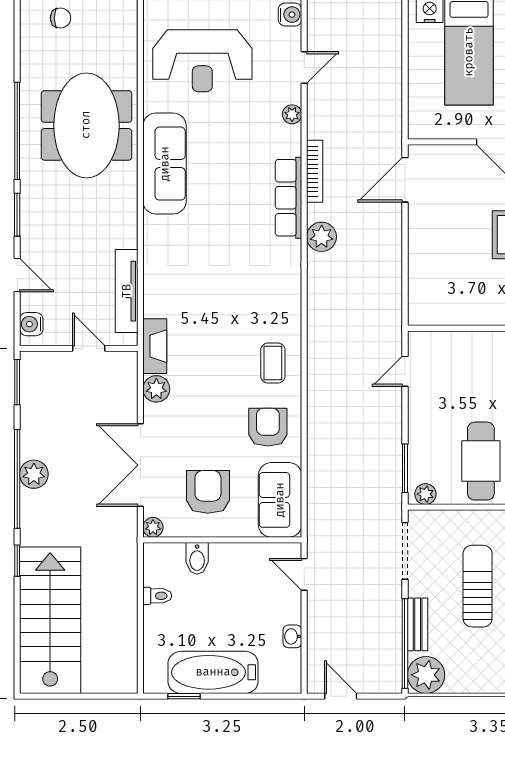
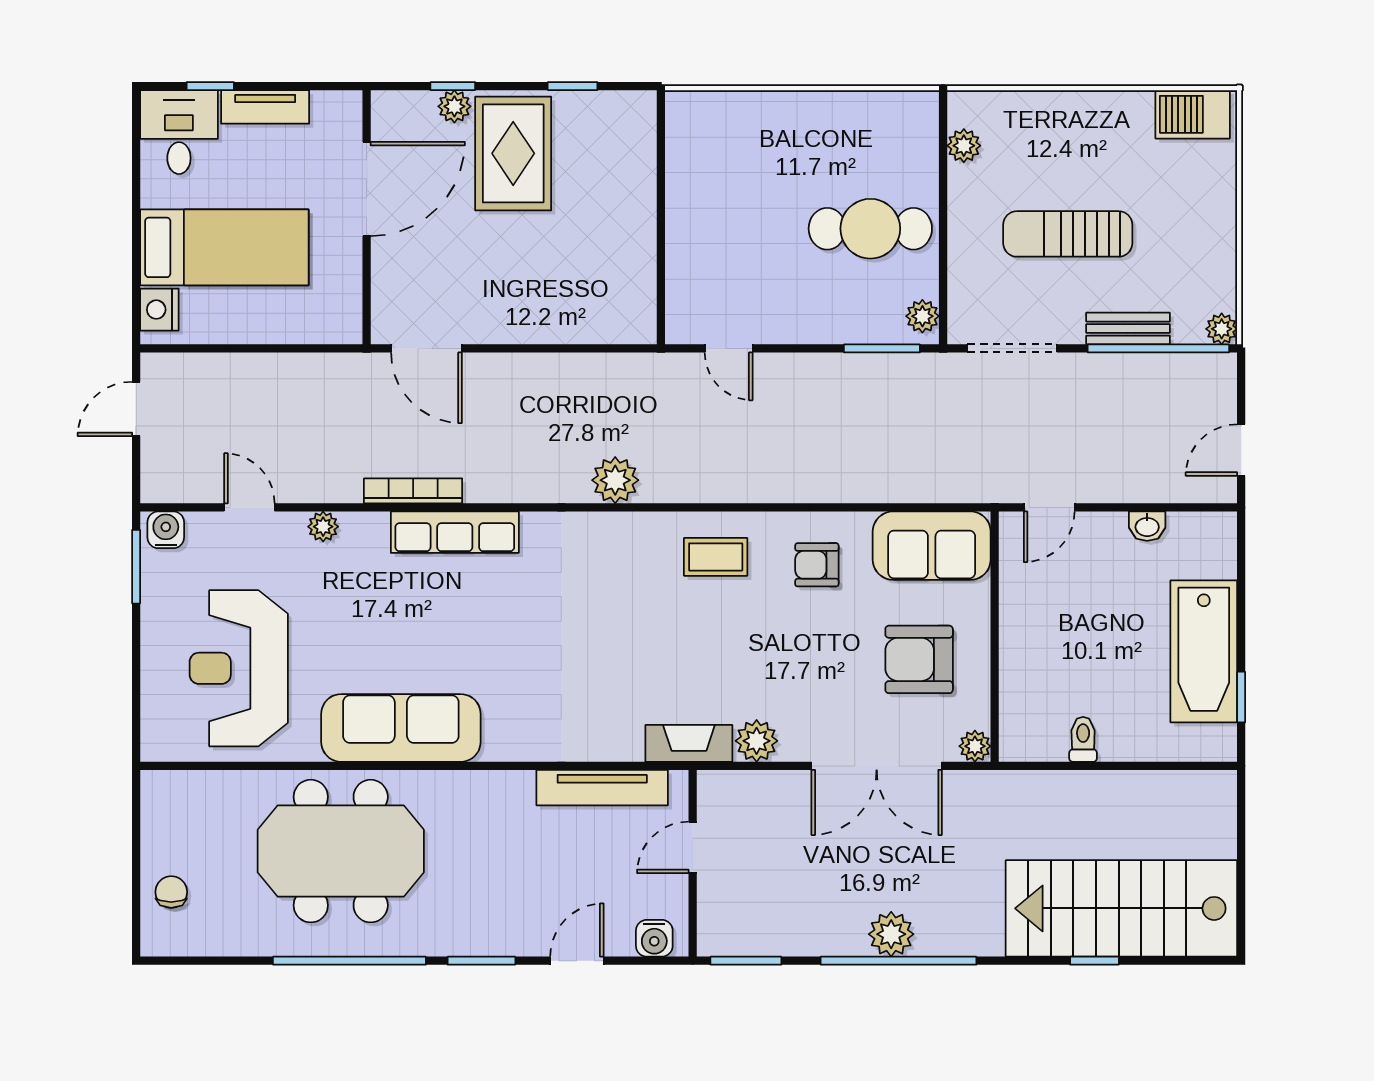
reception desk: (202, 61) -> (239, 668), turned 180
plant: (322, 237) -> (615, 480), moved
armchair: (268, 427) -> (817, 565), width x0.72, depth x0.72
bidet: (197, 558) -> (1024, 677), removed
window: (17, 561) -> (1094, 961), moved
plant: (426, 675) -> (1222, 329), width x0.53, depth x0.53

